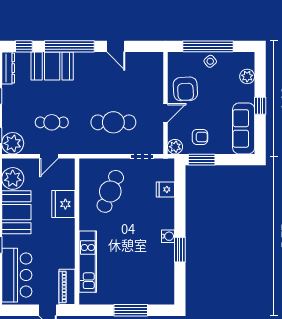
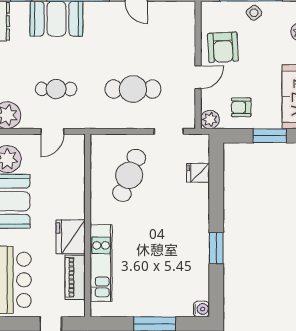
armchair: (200, 137) -> (241, 107), turned 180
window: (202, 160) -> (270, 136), moved
fridge: (63, 204) -> (71, 237), moved
water cooler: (168, 236) -> (201, 309), moved
piano: (67, 287) -> (75, 277), moved

